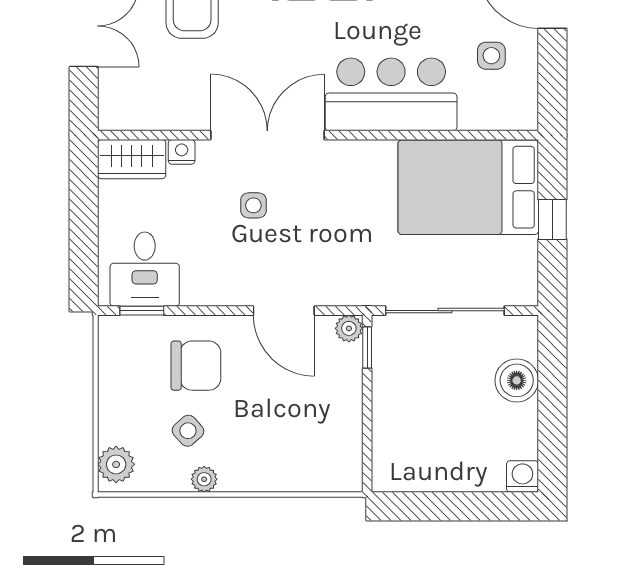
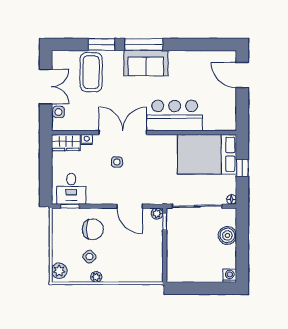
side table: (491, 56) -> (58, 112), moved
floor lamp: (527, 295) -> (232, 199), added

